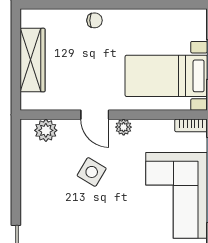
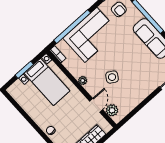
door: (95, 115) -> (96, 105), moved

